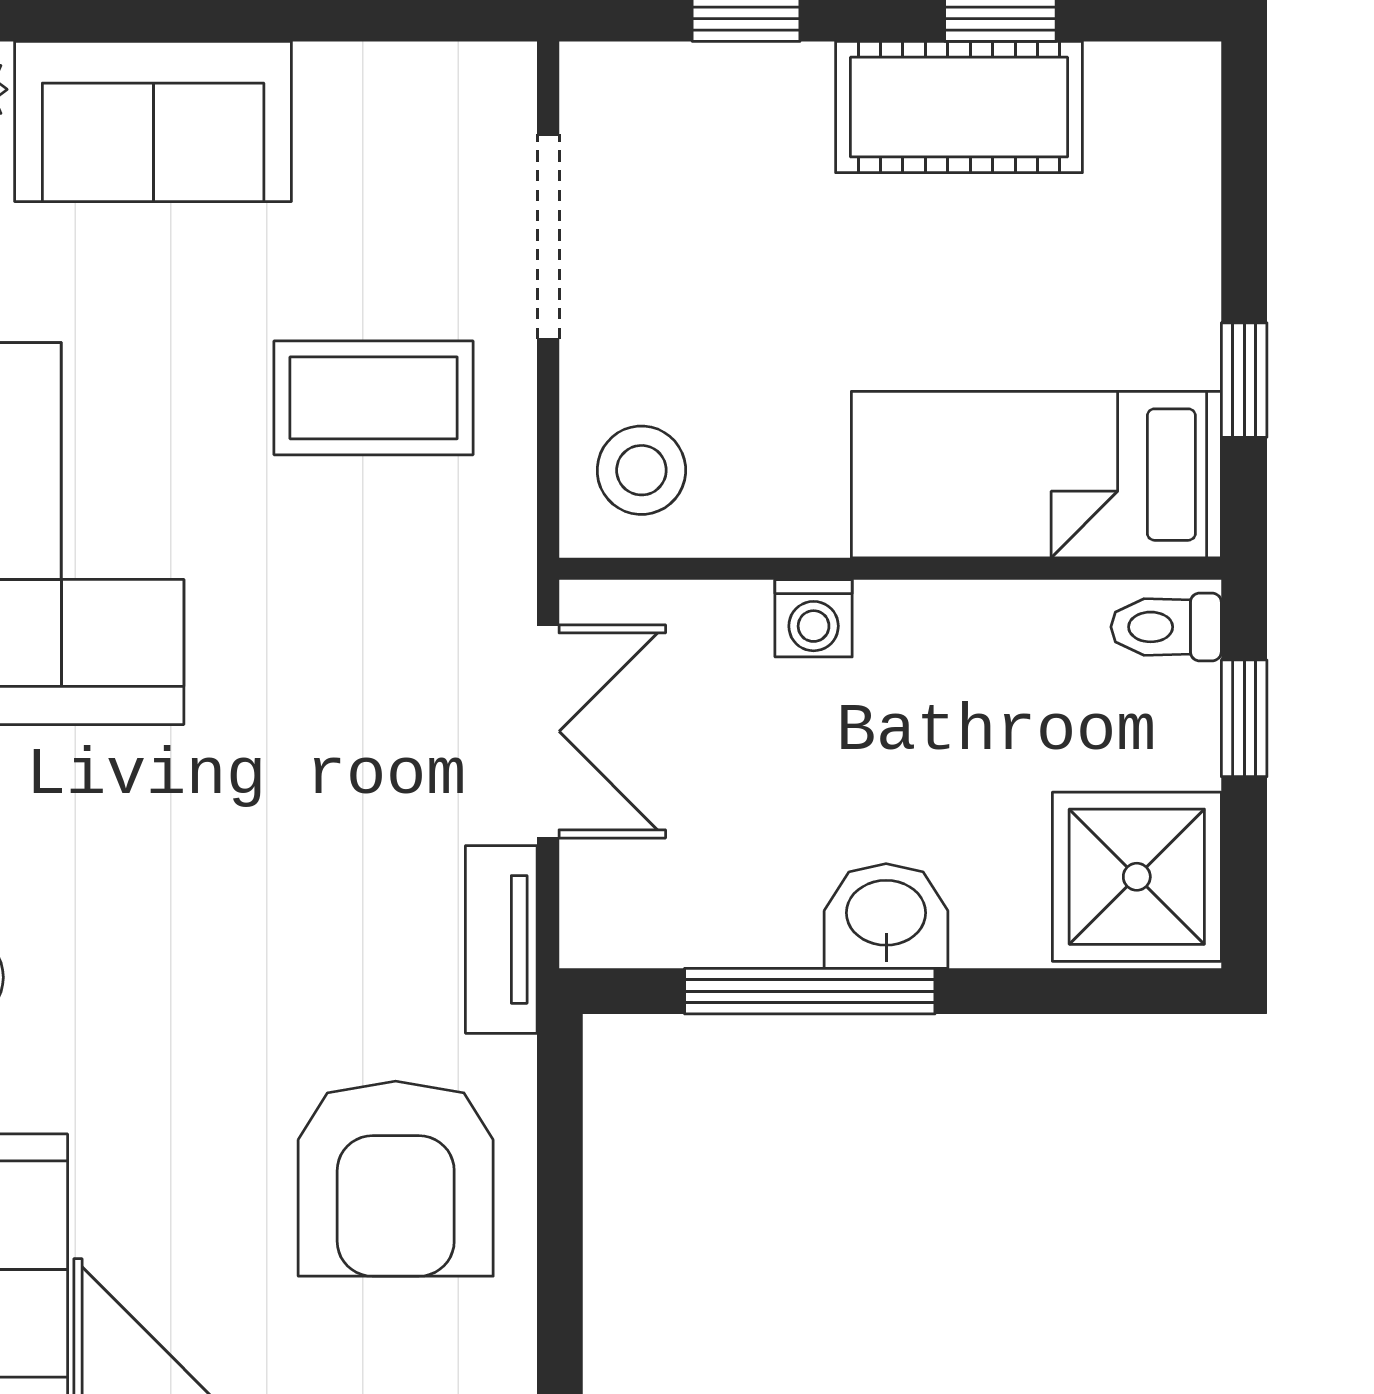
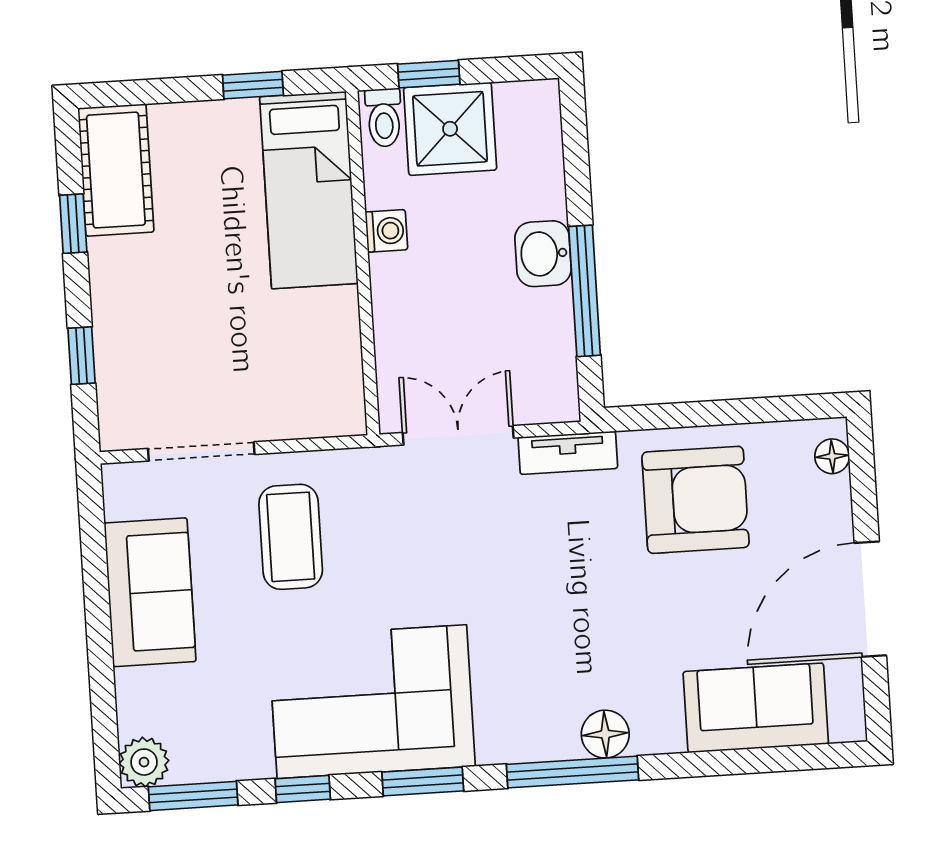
cot: (959, 107) -> (116, 170), moved
sofa: (153, 121) -> (150, 592), moved
stool: (641, 470) -> (320, 395), removed
washing machine: (814, 618) -> (386, 231), moved
shower: (1137, 877) -> (450, 129), moved

